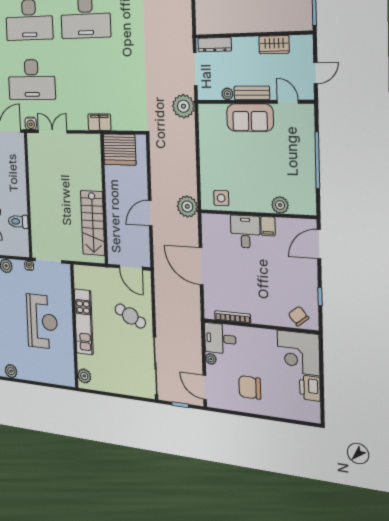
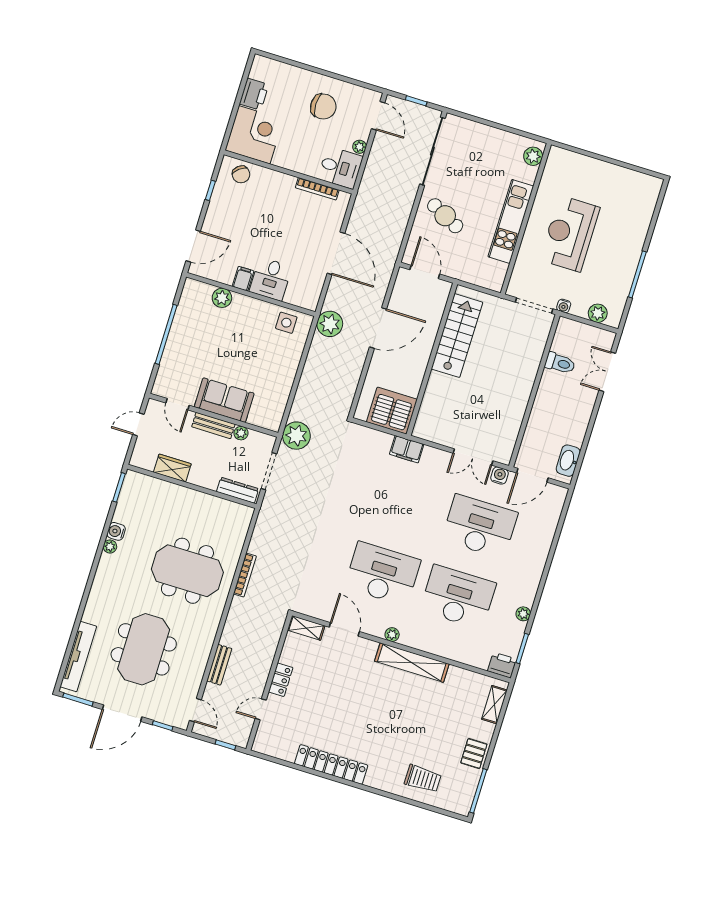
door: (150, 213) -> (378, 328), width x1.36
plant: (11, 371) -> (638, 181), removed

